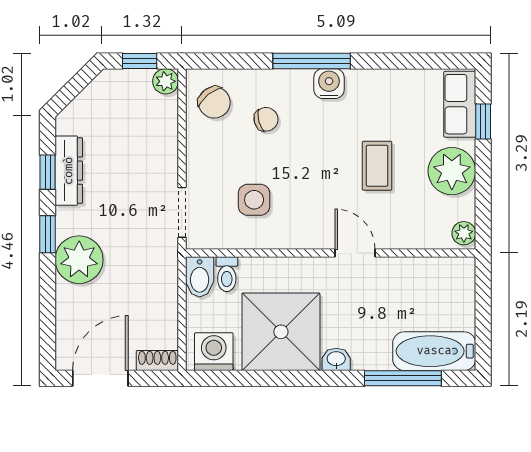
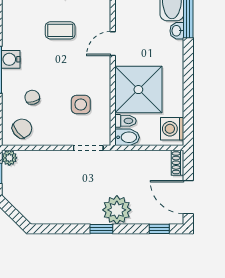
dresser: (69, 171) -> (63, 216), removed
window: (48, 172) -> (159, 229), moved
shower: (281, 332) -> (138, 90), moved
washbasin: (336, 359) -> (177, 31), moved

